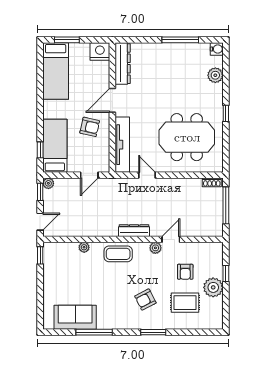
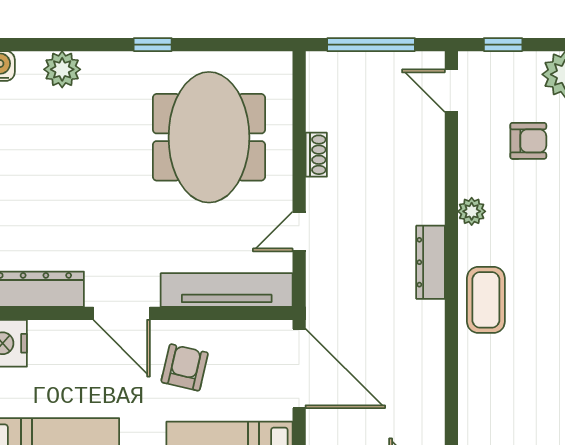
door: (89, 175) -> (299, 369), width x1.87
shoe rack: (212, 182) -> (316, 155), moved
door: (171, 239) -> (451, 91), moved
plant: (84, 247) -> (470, 381), removed
window: (226, 273) -> (503, 45), moved

